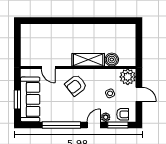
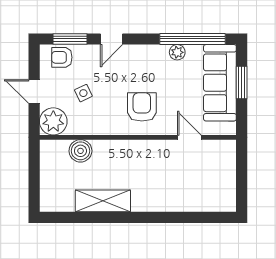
shelving: (88, 60) -> (103, 201), moved
armchair: (76, 85) -> (142, 107), turned -52
plant: (106, 117) -> (177, 52), moved
window: (61, 125) -> (192, 39), moved

